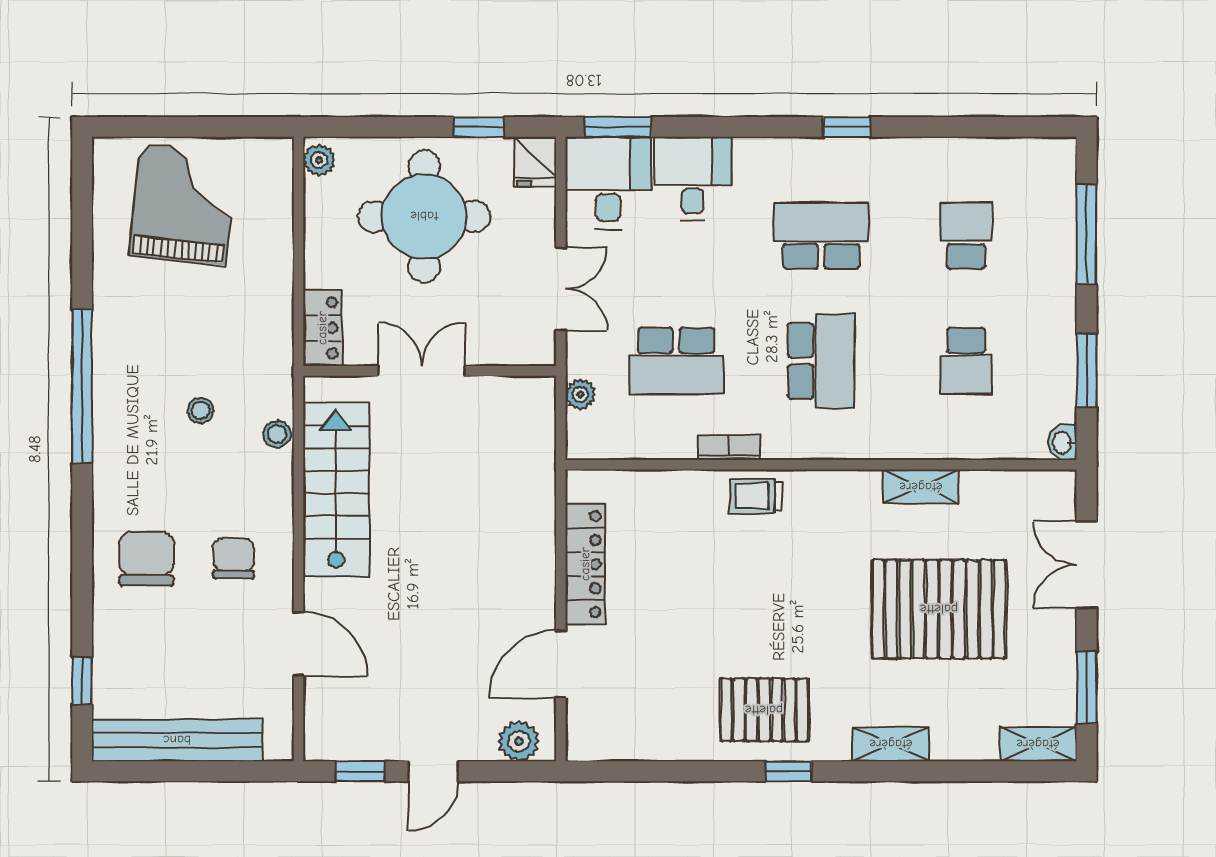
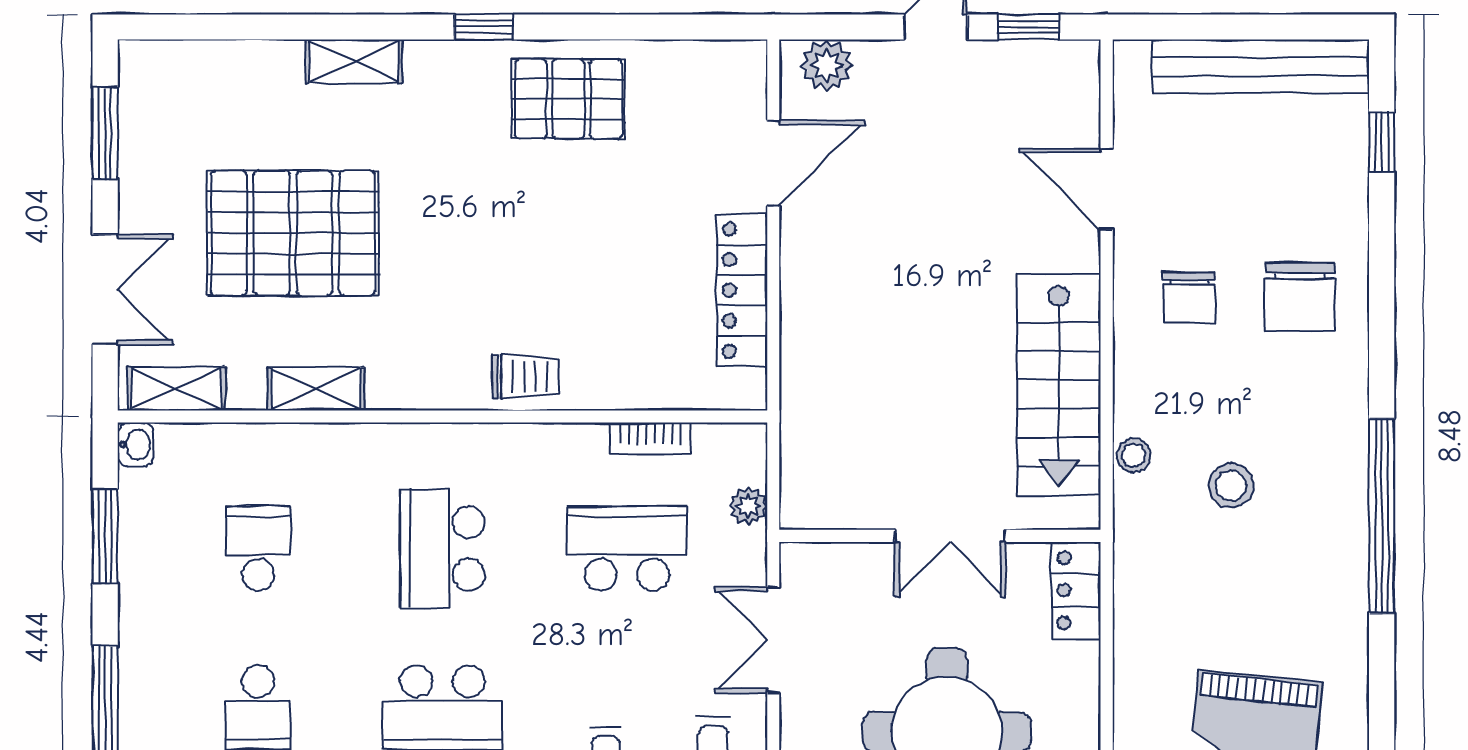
stool: (201, 410) -> (1231, 486), width x1.37, depth x1.37
bookcase: (729, 447) -> (651, 439), moved
pallet: (764, 710) -> (568, 99), moved
shelving: (1038, 744) -> (176, 389), moved

